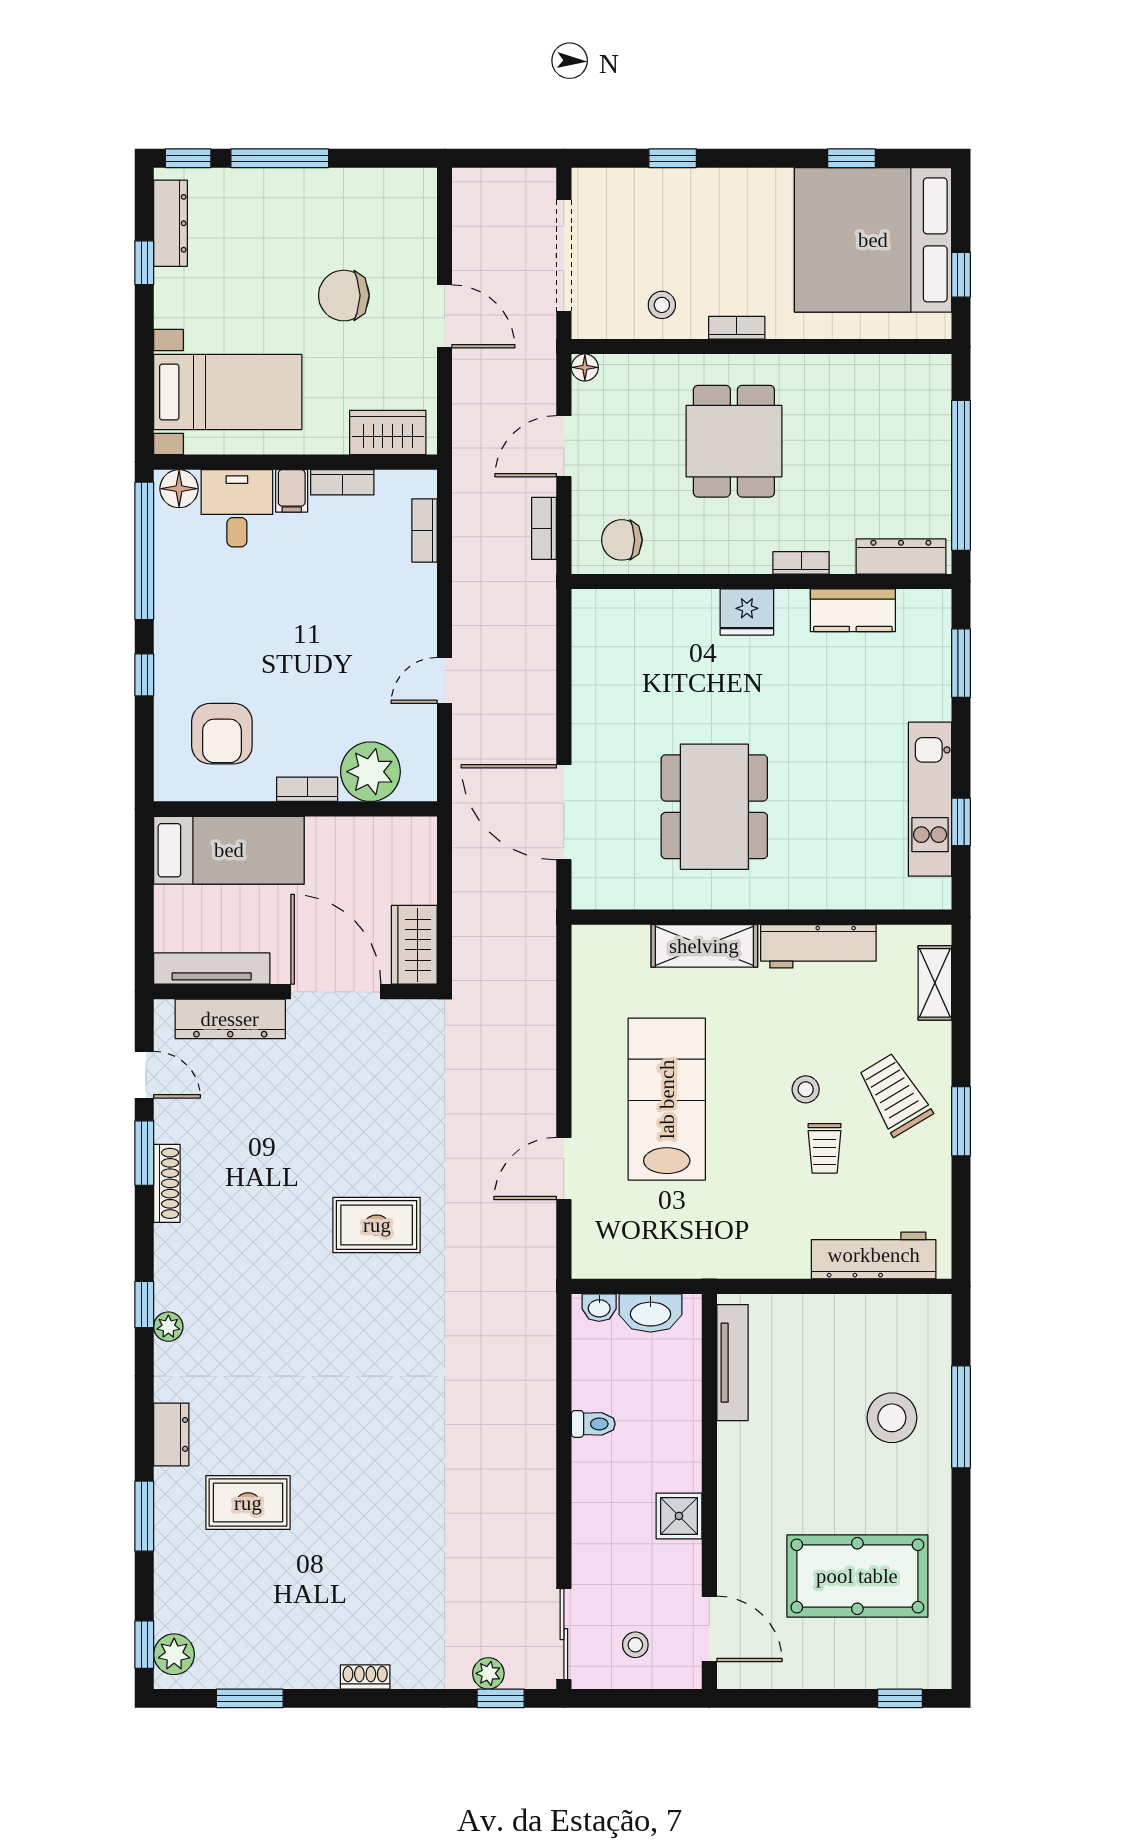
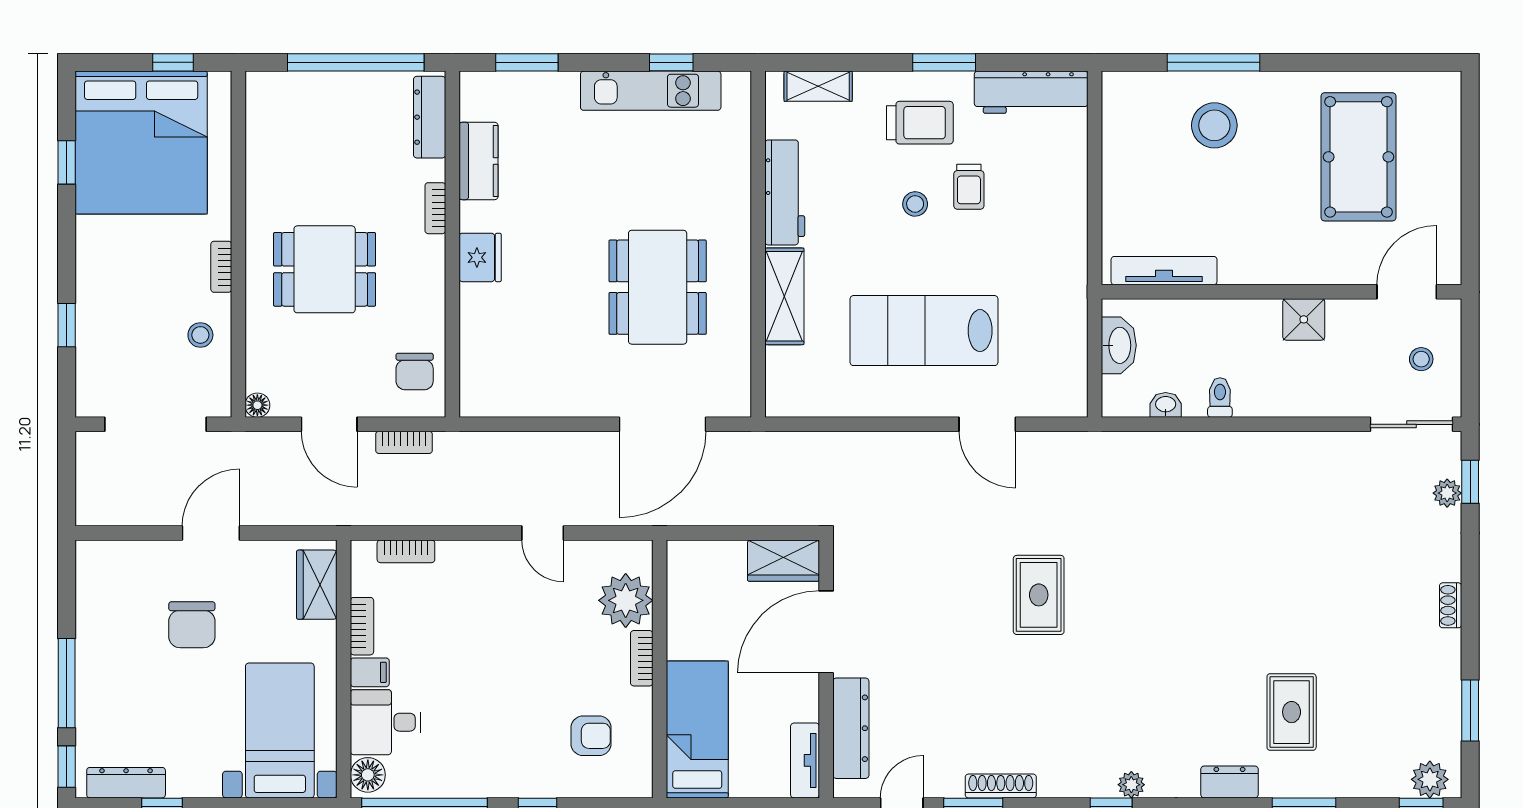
armchair: (222, 734) -> (591, 736), width x0.72, depth x0.72
dining table: (714, 807) -> (658, 287), turned 90
tv unit: (212, 968) -> (805, 760), width x0.71
trolley: (895, 1095) -> (920, 123), turned -149
trolley: (825, 1148) -> (969, 187), turned 90
workbench: (874, 1255) -> (1031, 92), moved, turned -90
washbasin: (599, 1308) -> (1166, 405), moved, turned -90
window: (900, 1698) -> (1470, 118), removed

